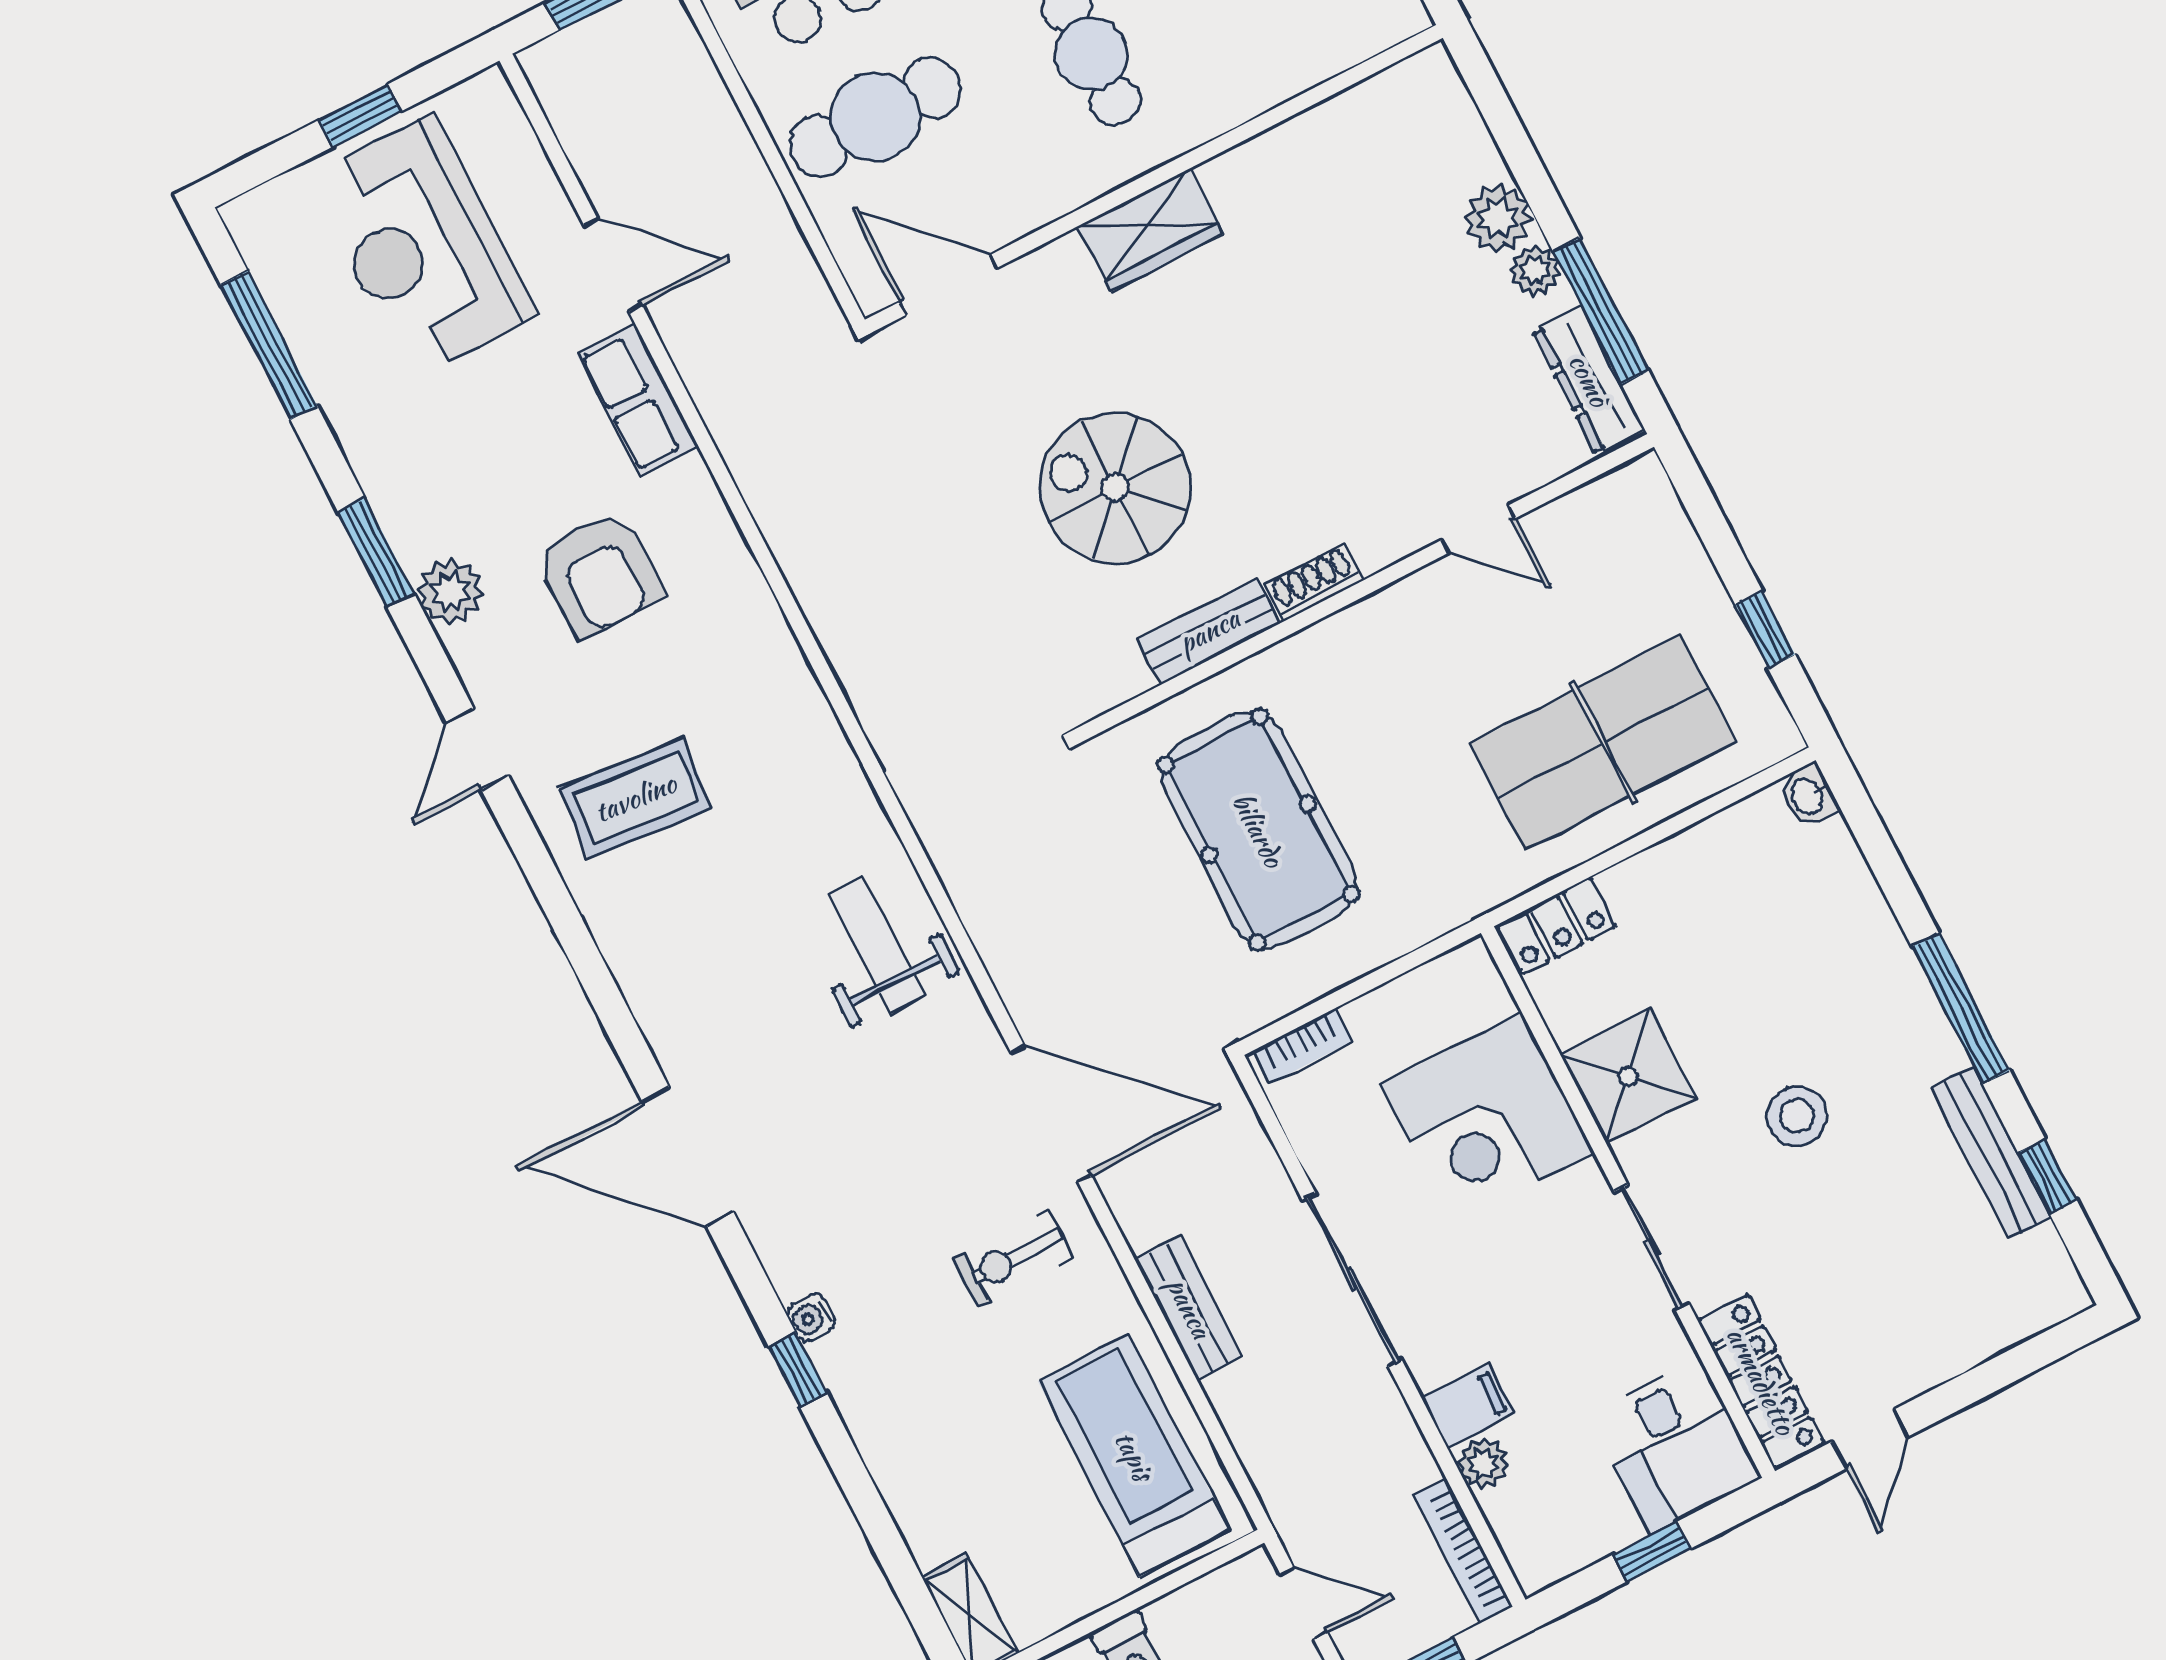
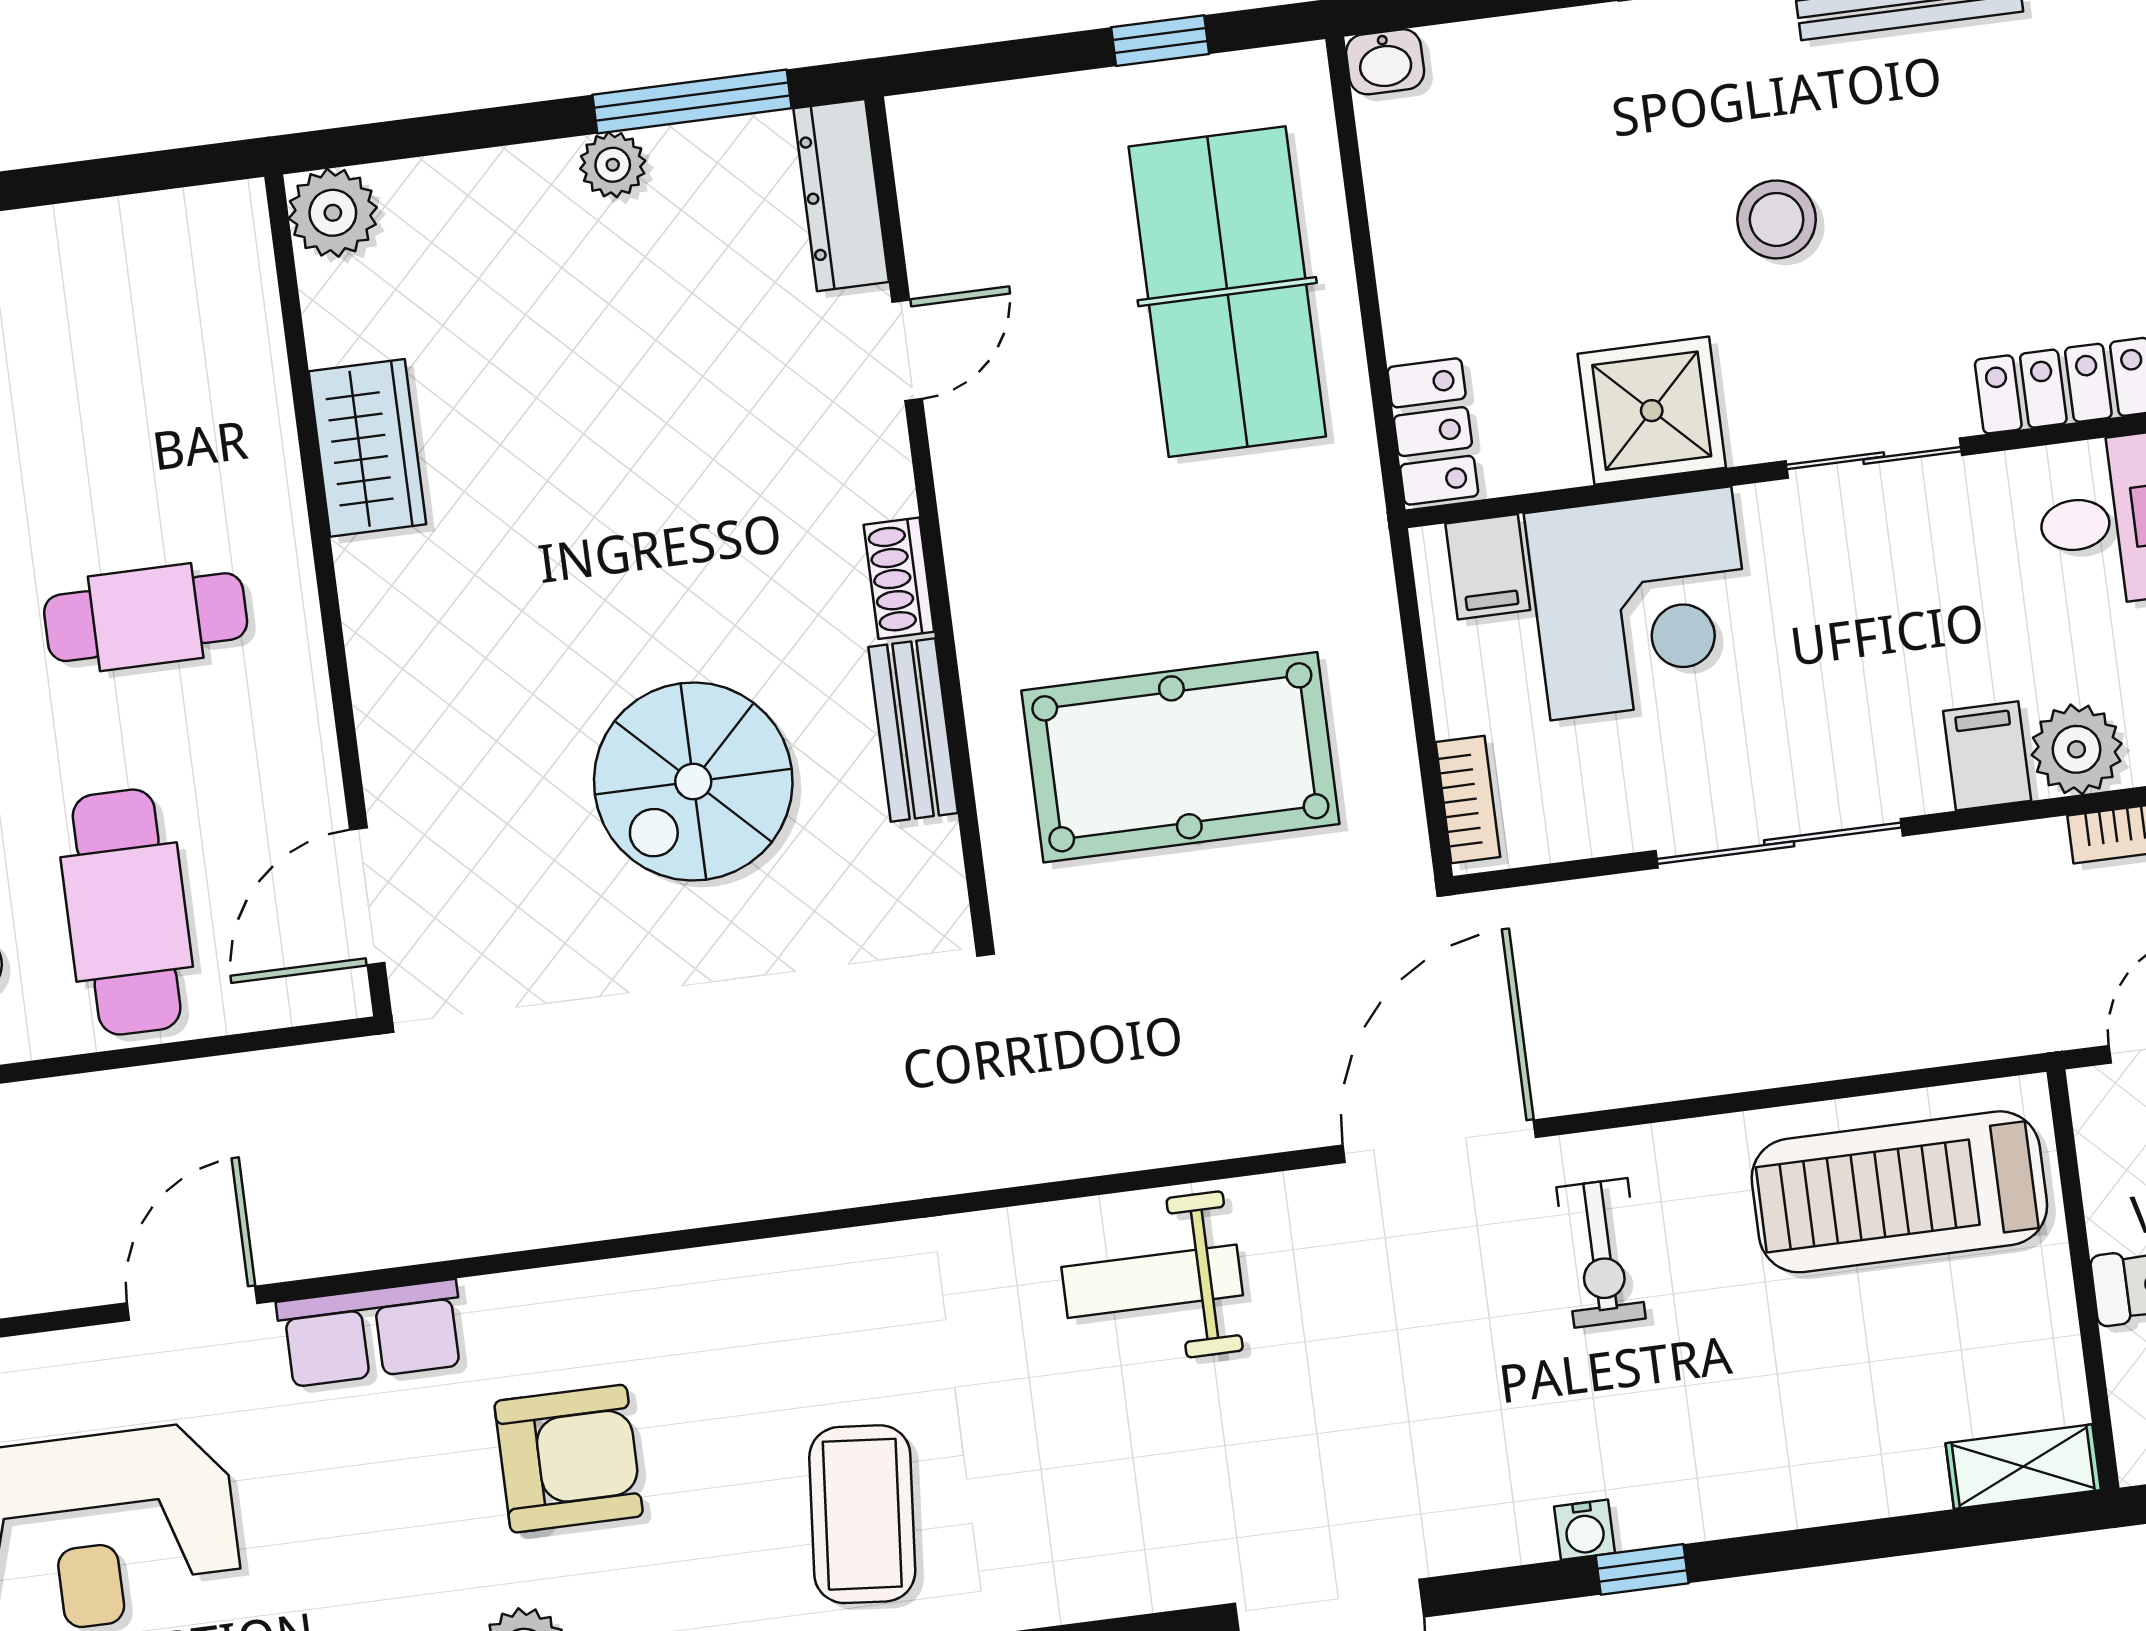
plant: (1498, 218) -> (333, 213), moved
wardrobe: (1150, 230) -> (367, 448), moved
dresser: (1589, 380) -> (841, 195), moved, turned 90
filing cabinet: (1474, 1000) -> (1488, 567), added
bench: (1189, 1308) -> (1741, 1058), removed
plant: (1483, 1464) -> (2077, 749), width x1.38, depth x1.38

